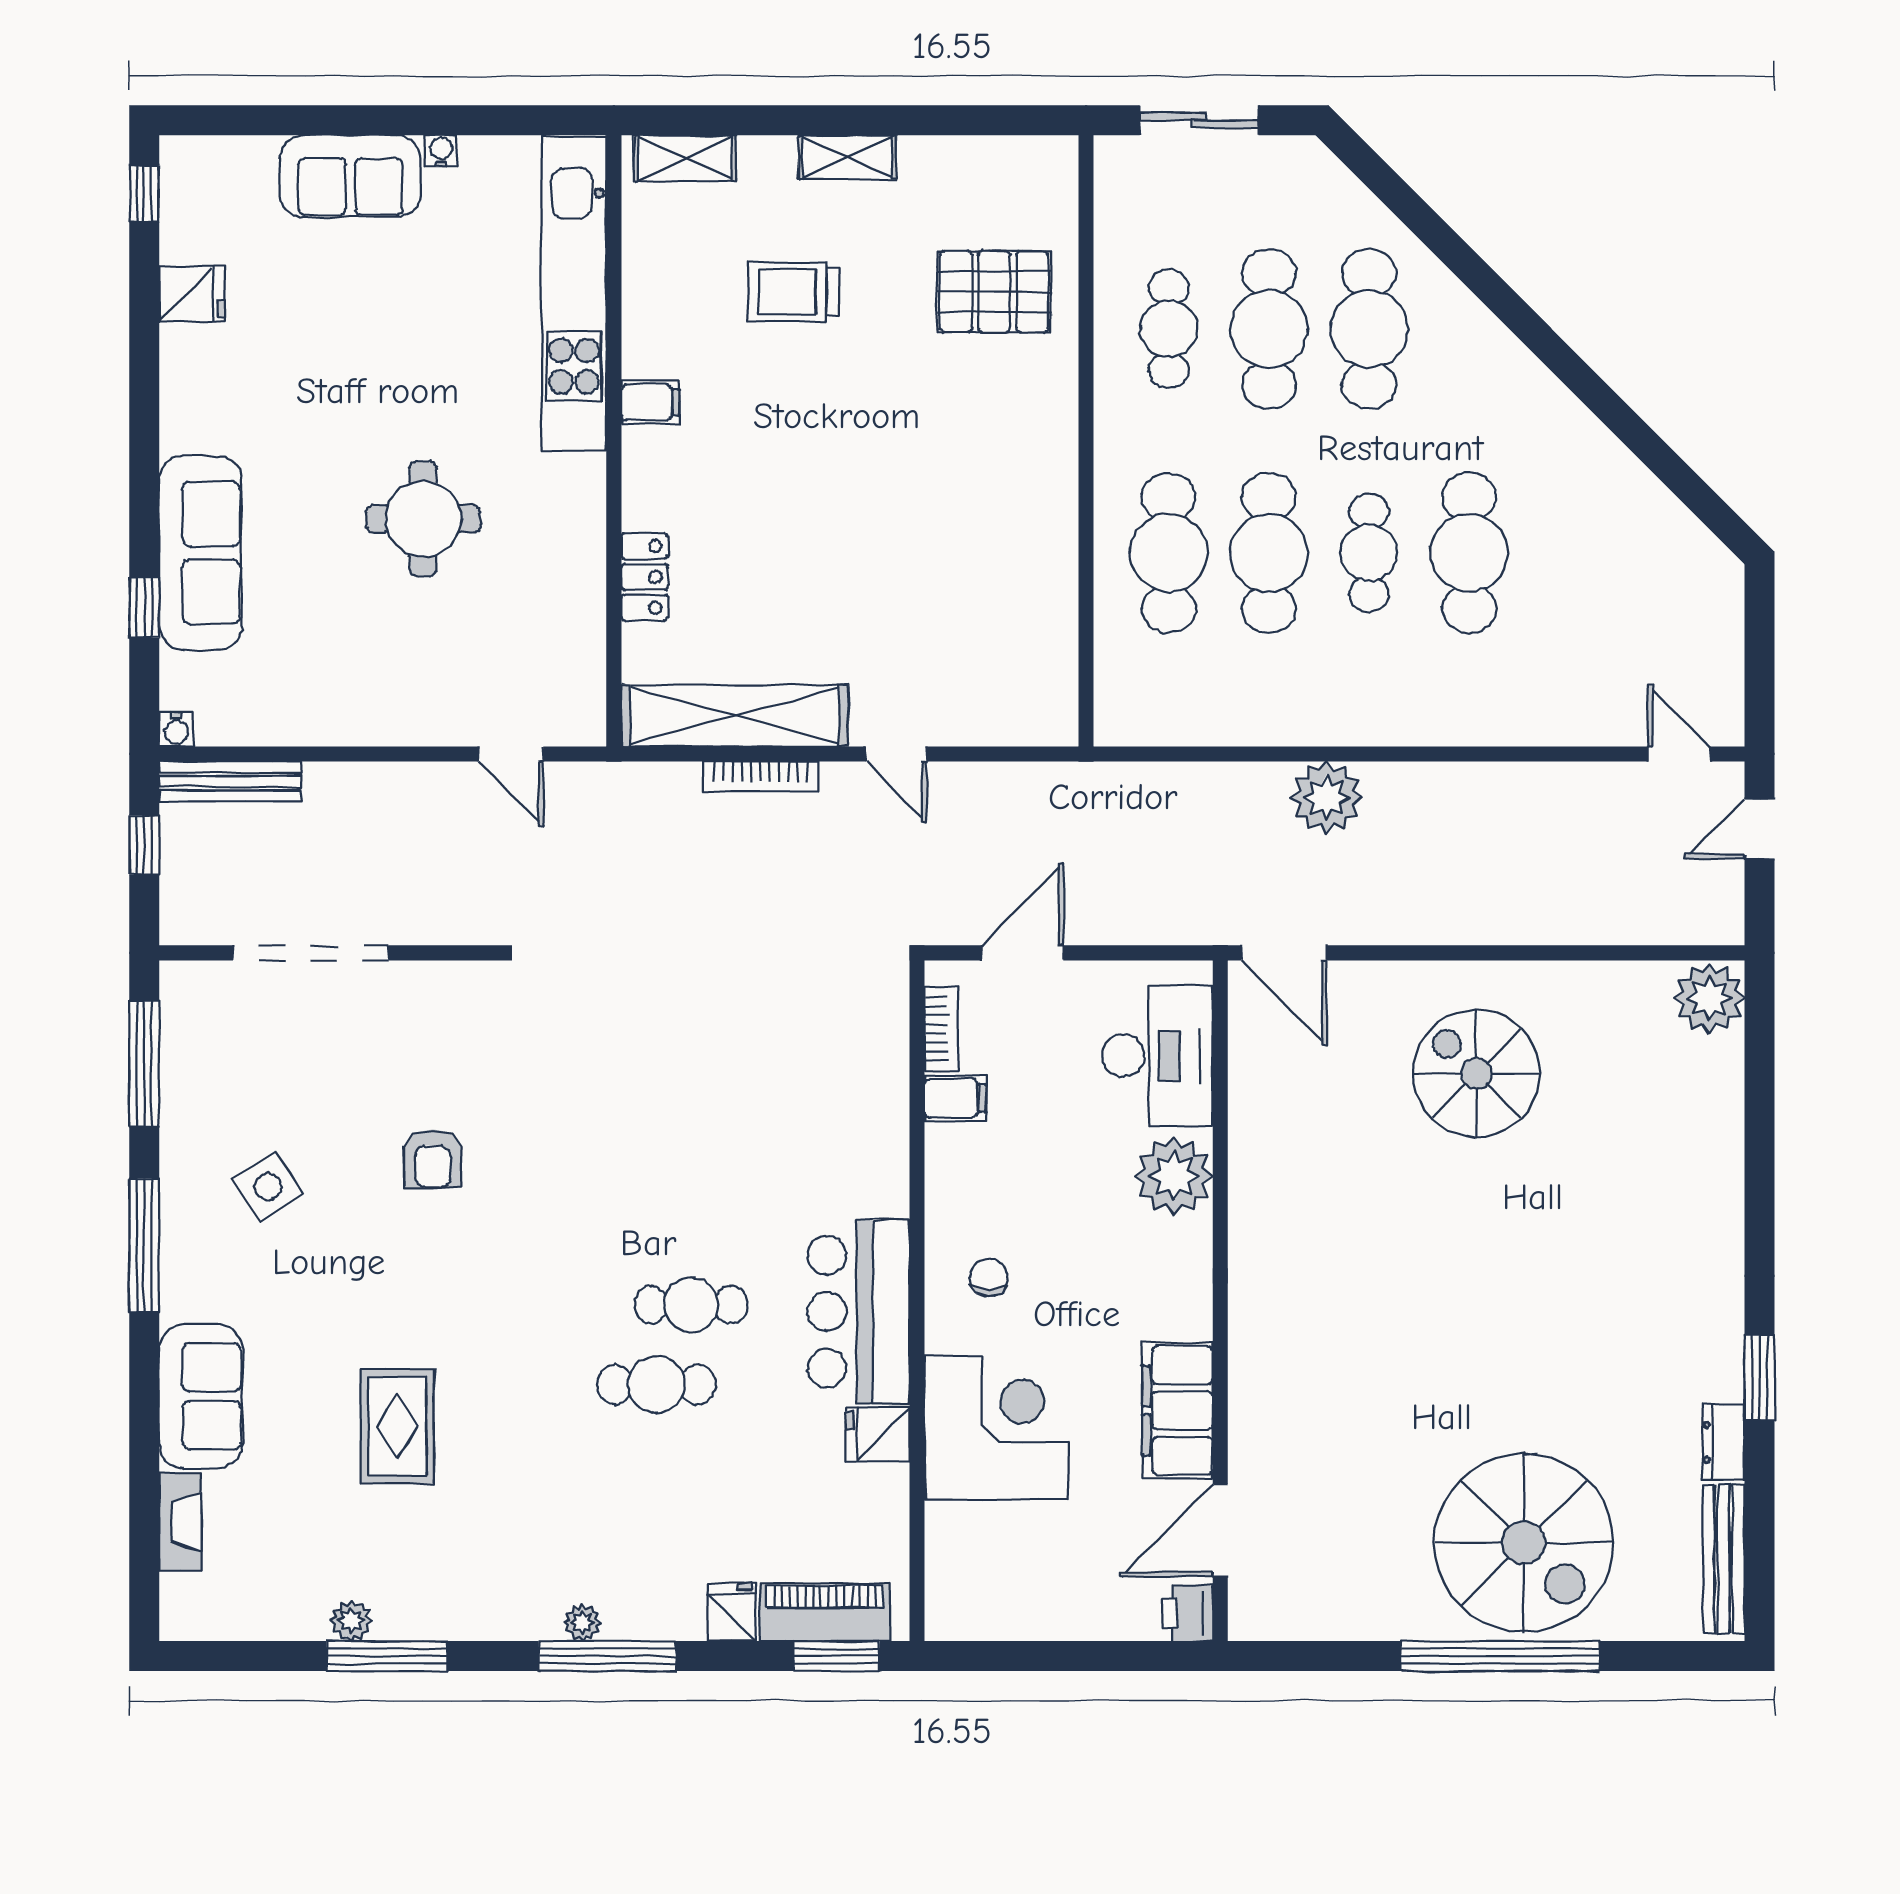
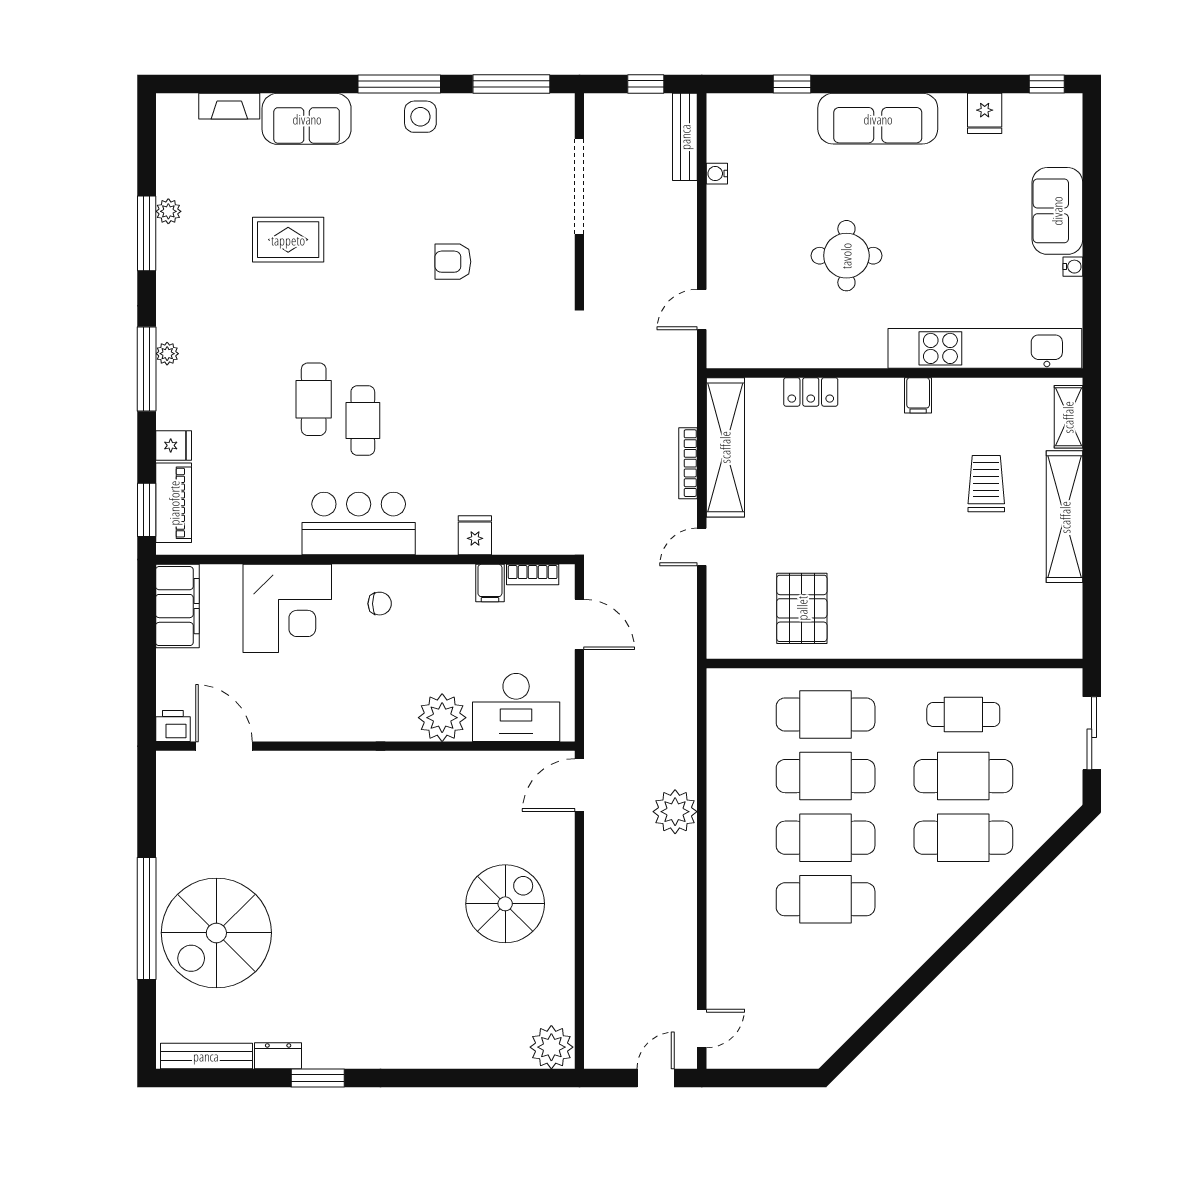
shelving: (847, 157) -> (1065, 517), width x2.20, depth x1.33
pallet: (994, 292) -> (802, 608), moved
sofa: (200, 553) -> (878, 119), moved
cafe table: (1369, 553) -> (826, 838), width x1.37, depth x1.35
water cooler: (176, 729) -> (717, 174), moved
door: (1759, 829) -> (656, 1078), hinge flipped
side table: (268, 1187) -> (420, 117), moved, turned 32
filing cabinet: (1177, 1411) -> (177, 606), moved, turned 90
fridge: (878, 1434) -> (475, 535), moved

